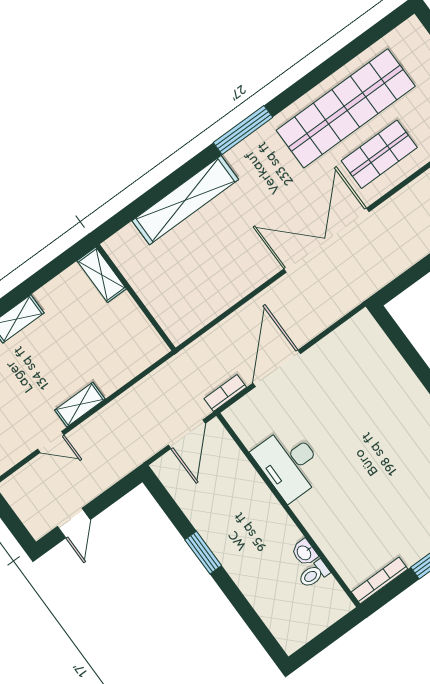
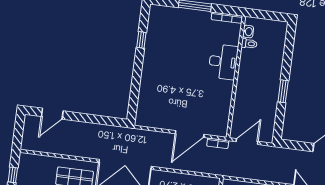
desk: (289, 463) -> (223, 62), moved
washbasin: (304, 553) -> (248, 32), moved

